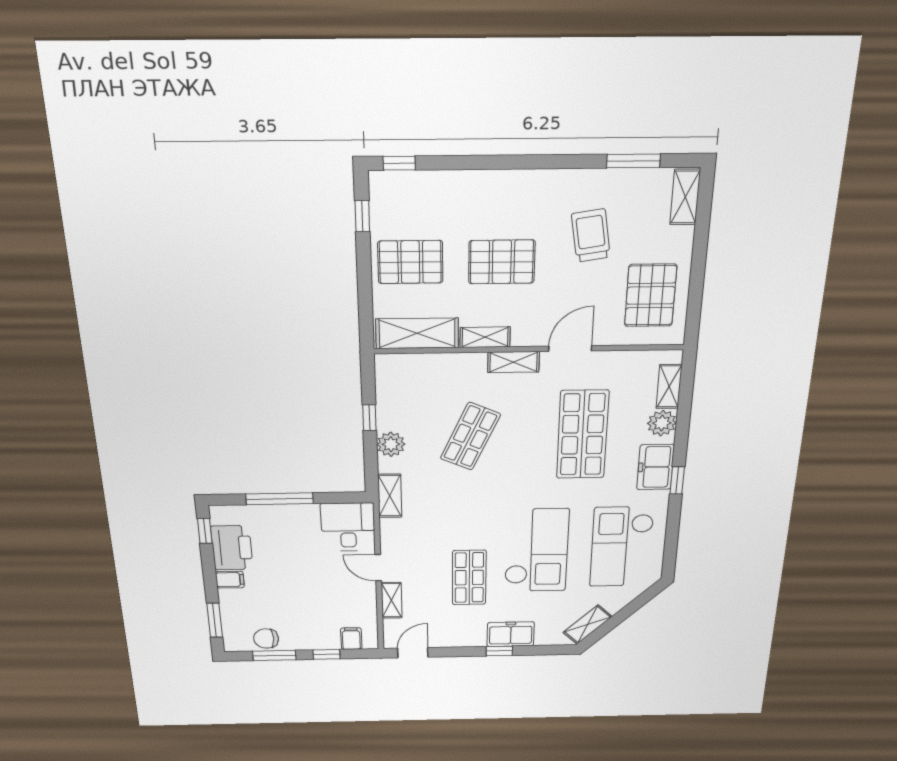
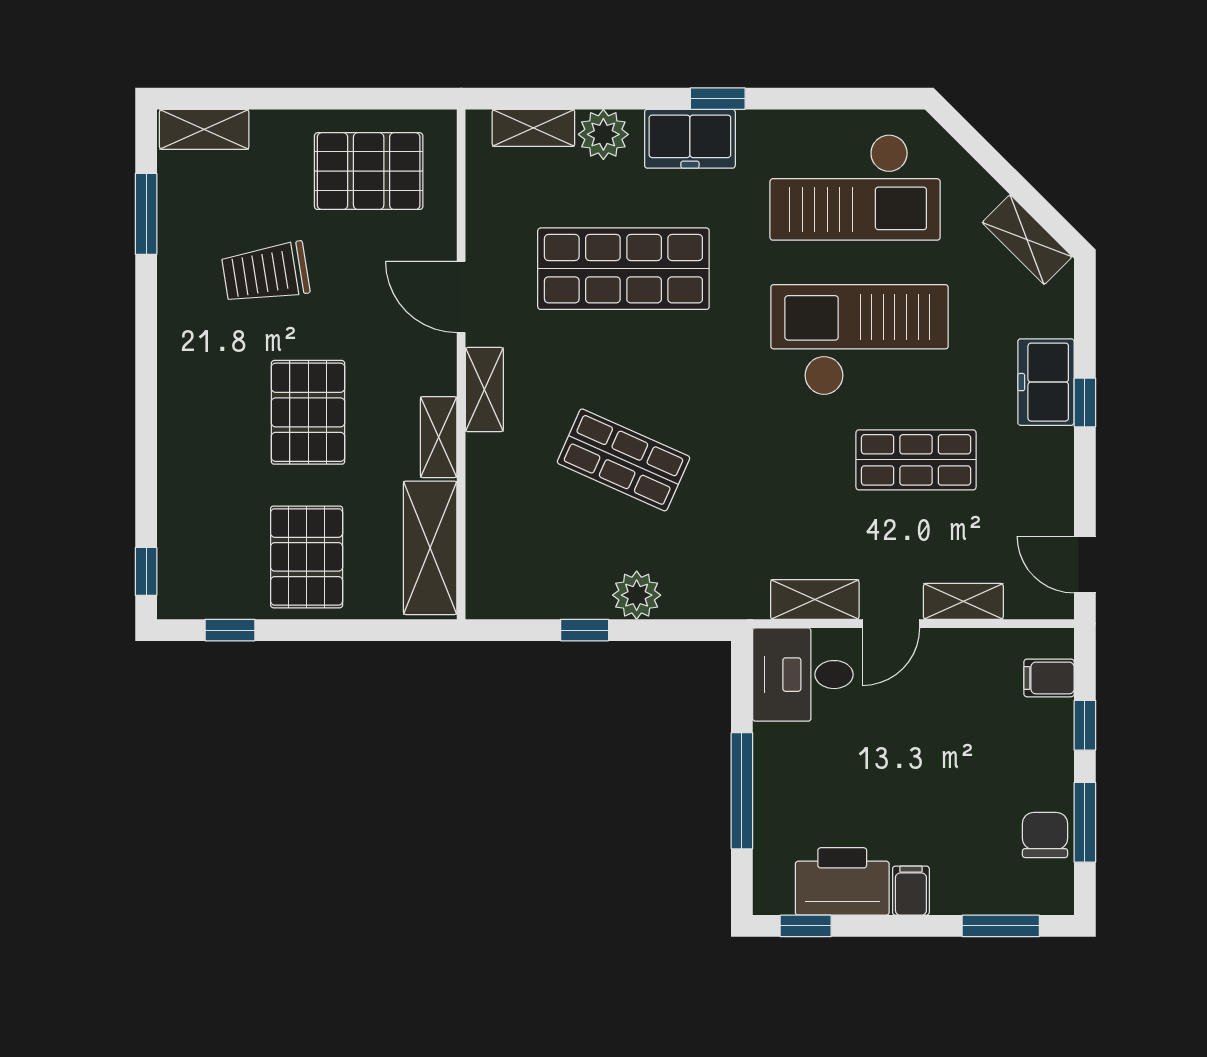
shelving: (390, 496) -> (815, 599), moved
chair: (266, 639) -> (1045, 835), turned 180

